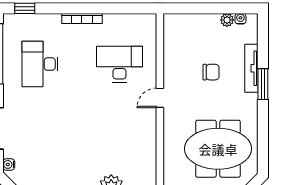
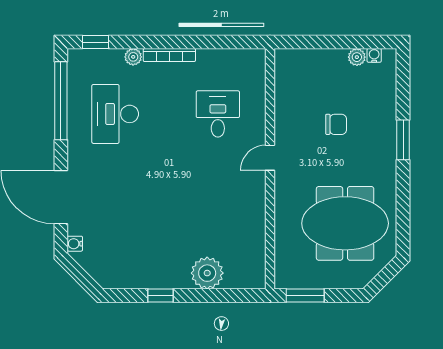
plant: (54, 20) -> (133, 57), added
desk: (119, 64) -> (218, 114), width x0.73
tv unit: (251, 68) -> (388, 119), removed

